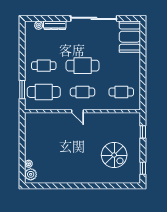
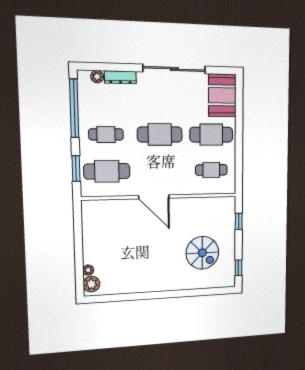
window: (22, 47) -> (74, 108), added
cafe table: (83, 92) -> (211, 135), moved, width x1.37, depth x1.35
door: (77, 111) -> (154, 197), width x1.87

